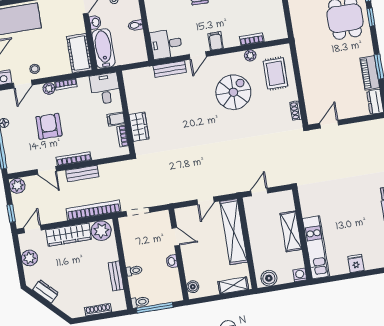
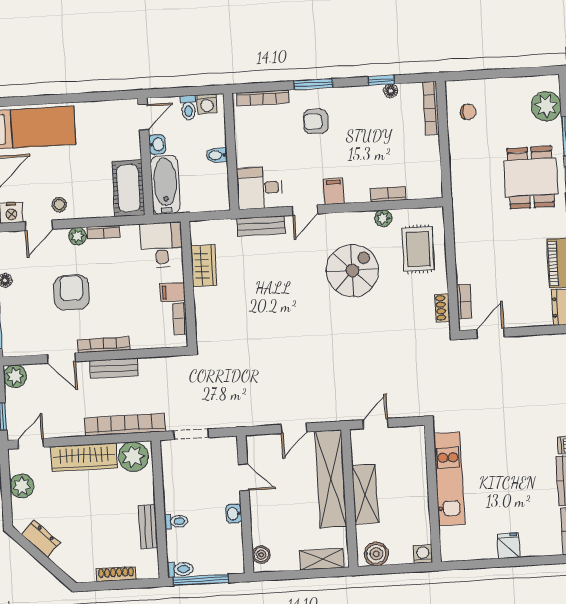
bookcase: (309, 105) -> (464, 301), added
wardrobe: (139, 127) -> (204, 266), moved
shelving: (291, 231) -> (365, 494), moved
kitchen unit: (316, 247) -> (449, 479), moved

